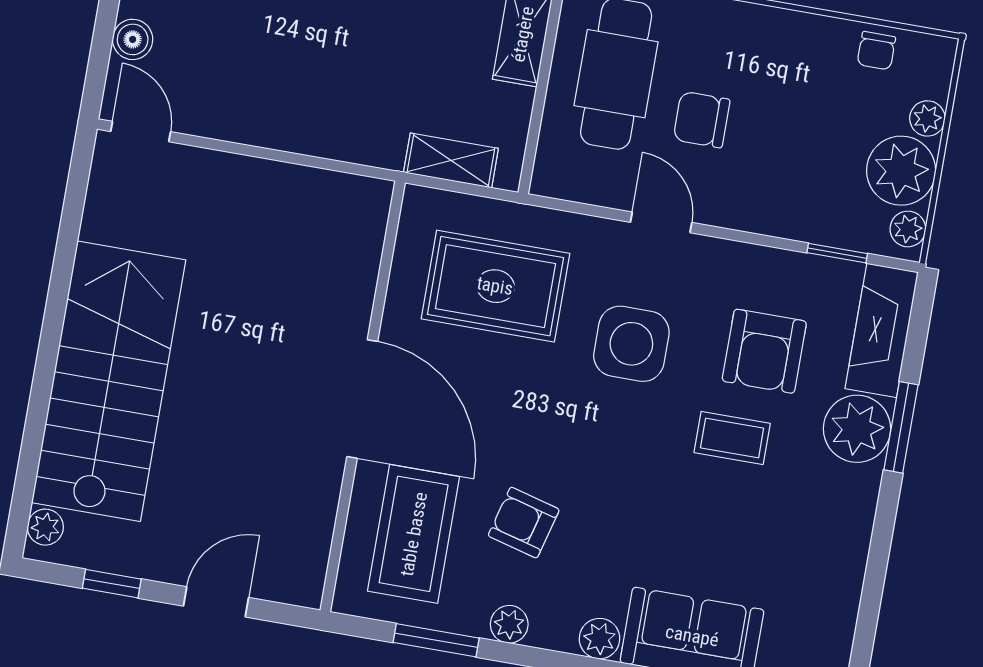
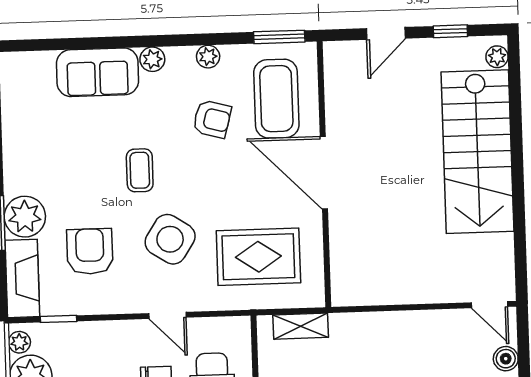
side table: (631, 344) -> (170, 239), turned 33
coffee table: (732, 438) -> (140, 170), moved, turned 90
window: (436, 640) -> (279, 37), moved

